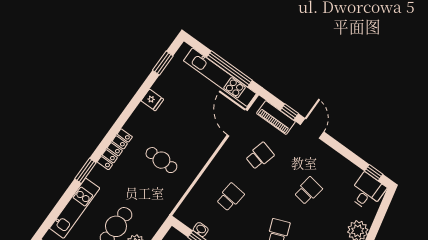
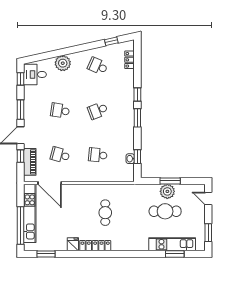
window: (229, 69) -> (21, 225), moved
door: (237, 123) -> (50, 183), hinge flipped
window: (340, 148) -> (21, 110), added
locker: (115, 149) -> (95, 246), moved
window: (85, 171) -> (175, 254), moved

